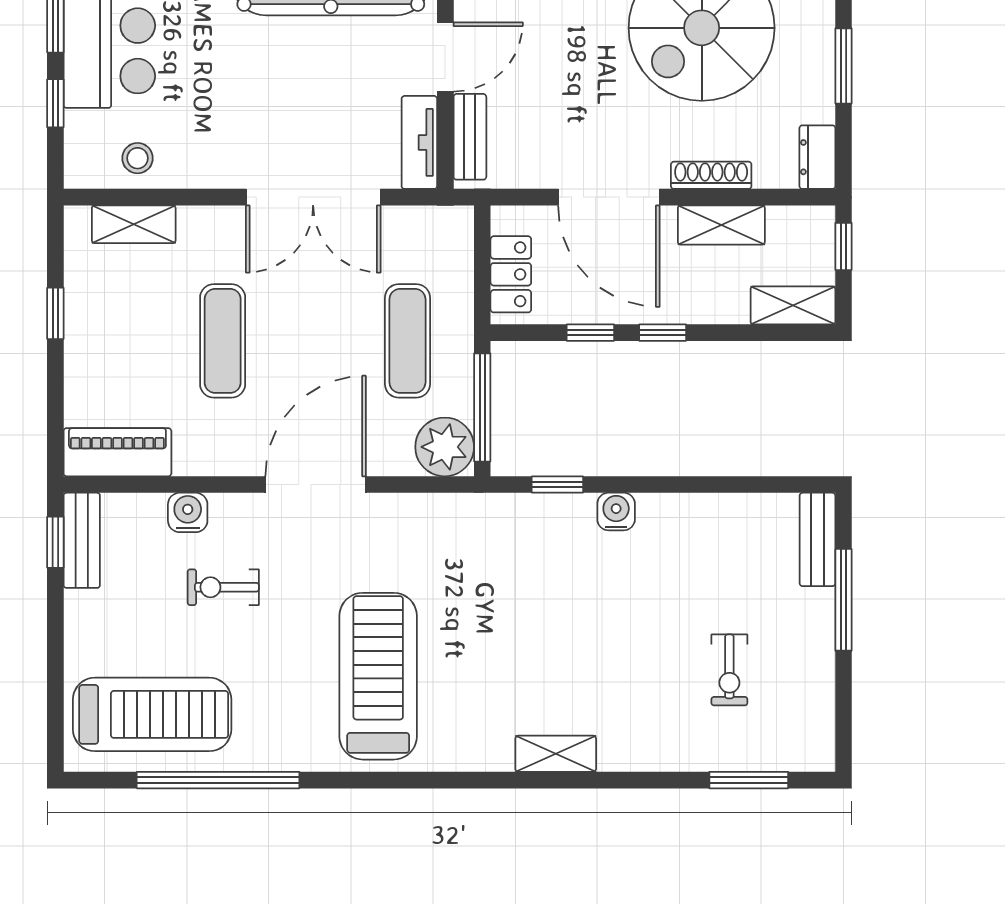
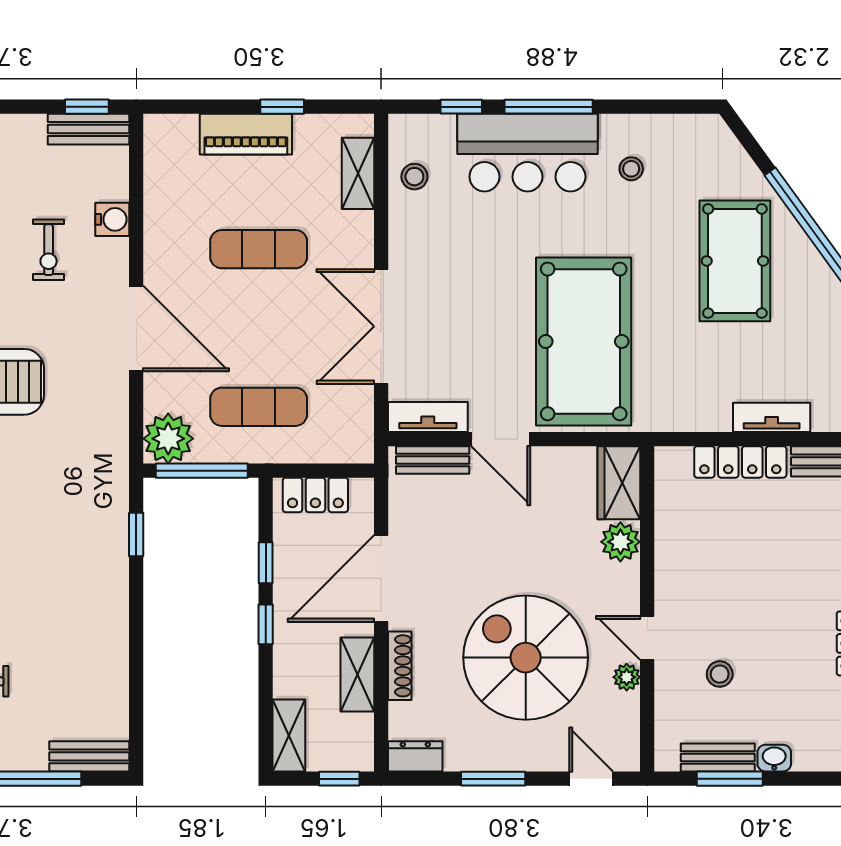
piano: (117, 452) -> (246, 134), moved, turned 90
water cooler: (616, 512) -> (113, 585), removed
exercise bike: (223, 587) -> (49, 250), turned 180

